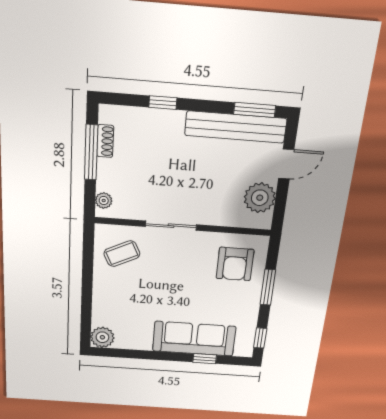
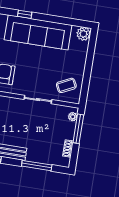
window: (163, 103) -> (37, 166), width x2.17
window: (91, 152) -> (78, 129), moved
sofa: (194, 339) -> (38, 32), width x1.36, depth x1.27

